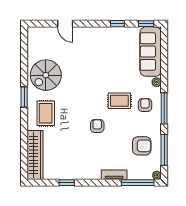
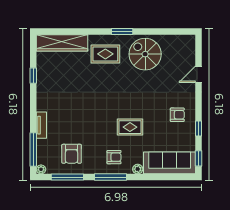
rug: (119, 101) -> (130, 127), moved, turned 90
armchair: (97, 126) -> (177, 115), moved

